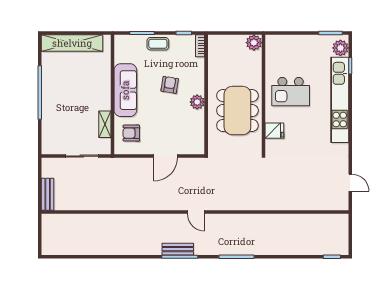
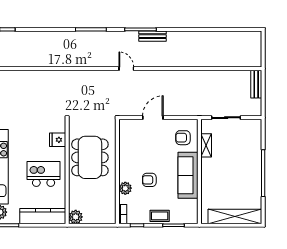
kitchen counter: (291, 43) -> (43, 216), added
armchair: (170, 85) -> (149, 180), turned 81
plant: (197, 102) -> (125, 188), moved
armchair: (131, 133) -> (183, 138), turned 180
bench: (178, 249) -> (153, 36), moved

